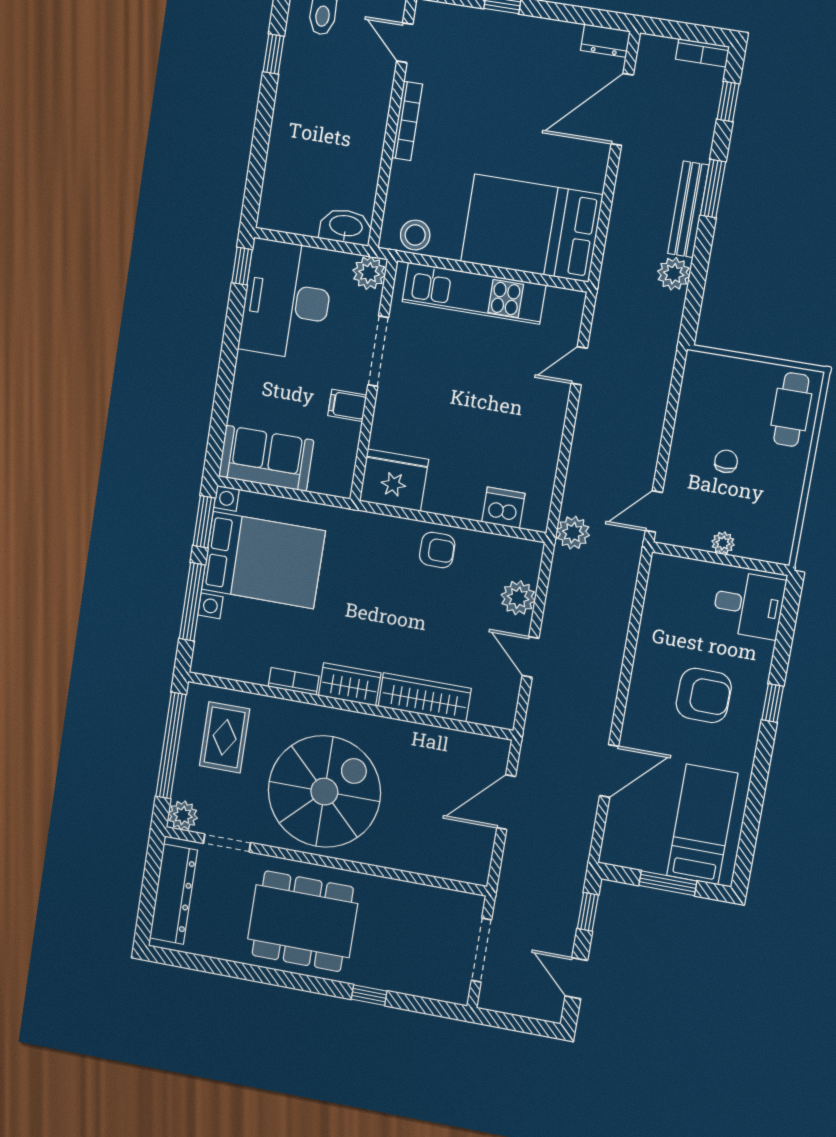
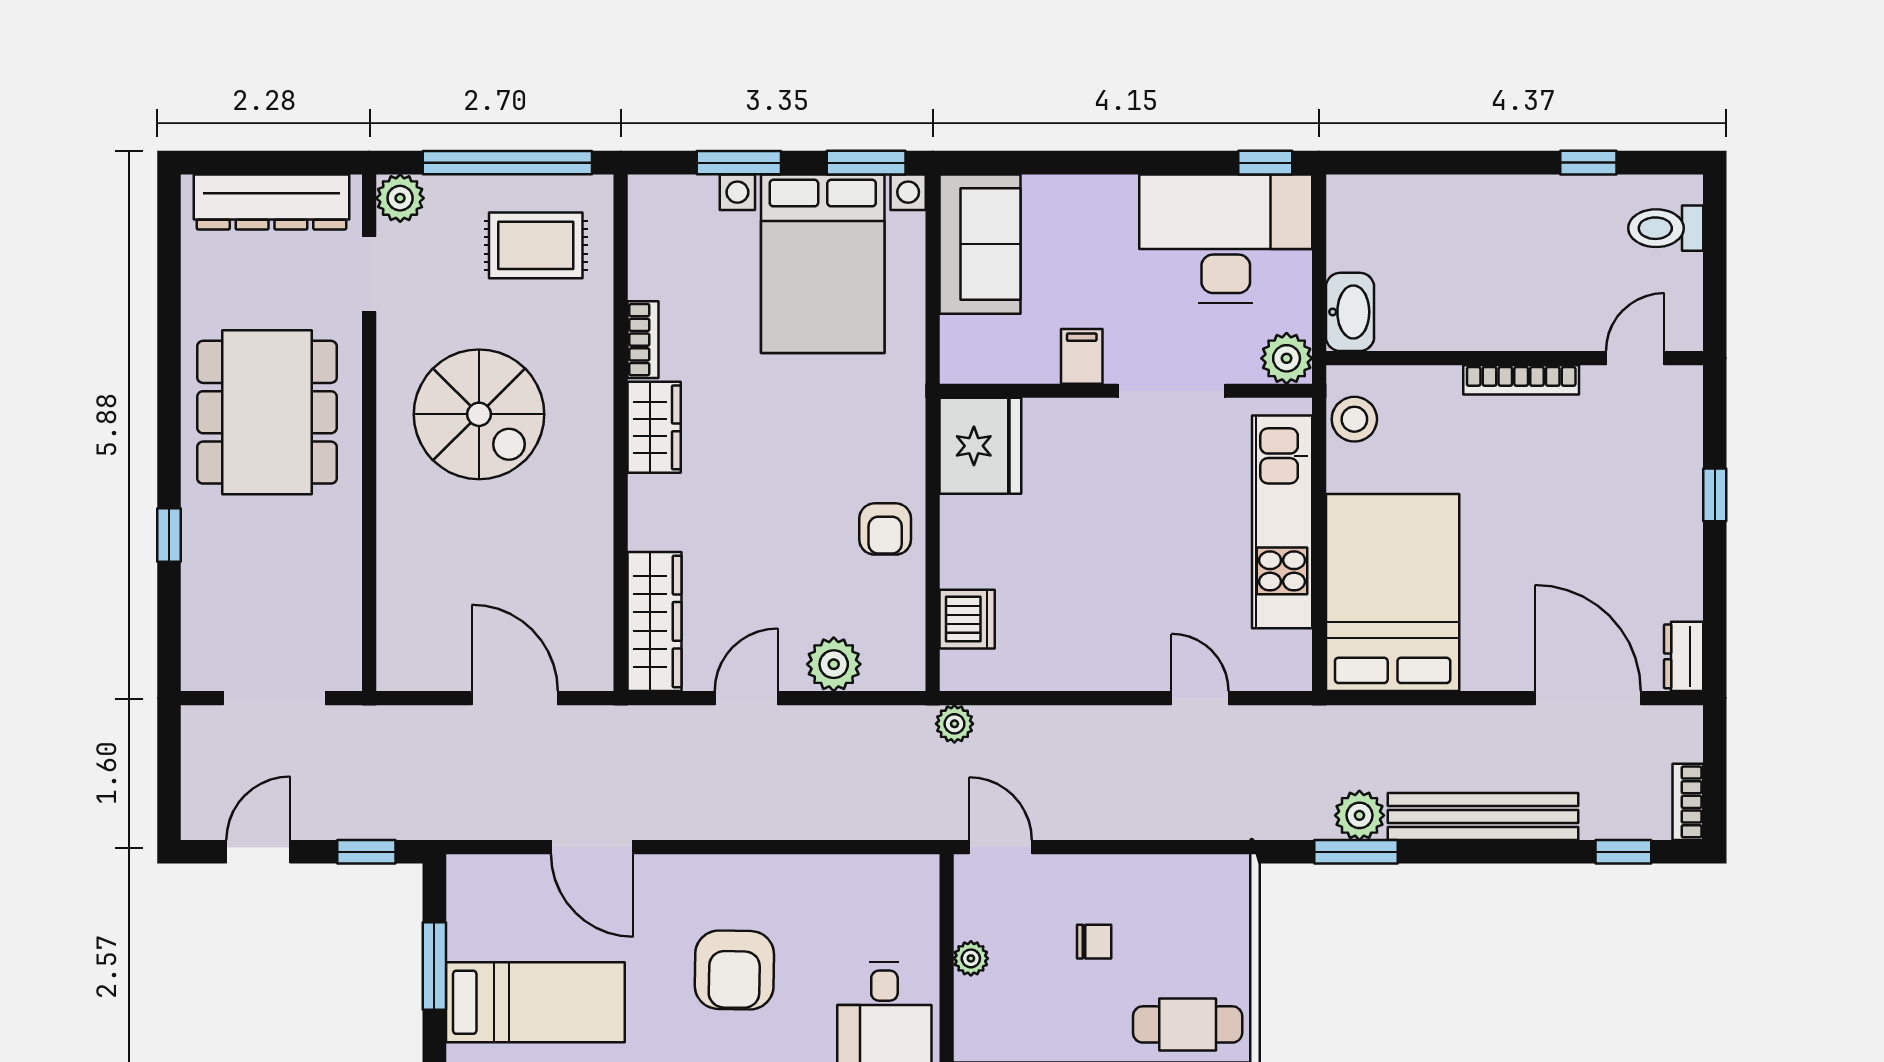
window: (713, 189) -> (1356, 852), moved
bench: (688, 209) -> (1483, 816), width x1.37, depth x1.21
plant: (573, 533) -> (954, 724), width x0.73, depth x0.73
window: (192, 602) -> (739, 163), width x0.69
wardrobe: (425, 697) -> (655, 621), moved
spiral stairs: (324, 792) -> (479, 414), width x0.73, depth x0.73

